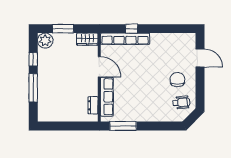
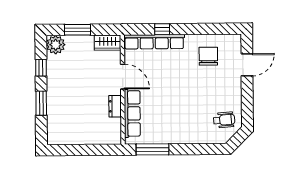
door: (200, 58) -> (247, 65), hinge flipped
chair: (177, 80) -> (208, 56), moved
window: (33, 88) -> (41, 103), width x0.69
dresser: (93, 105) -> (115, 106), moved

